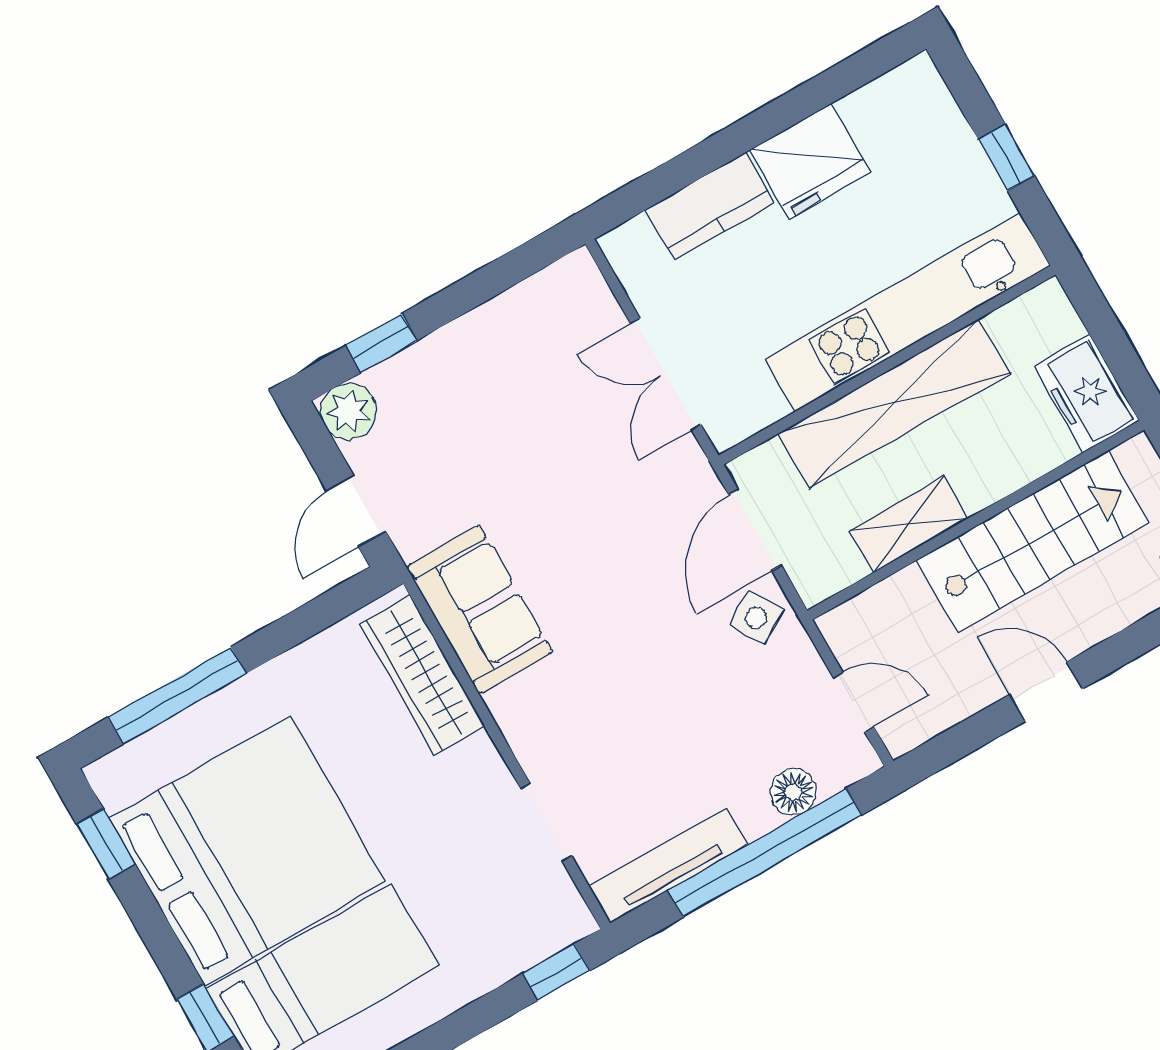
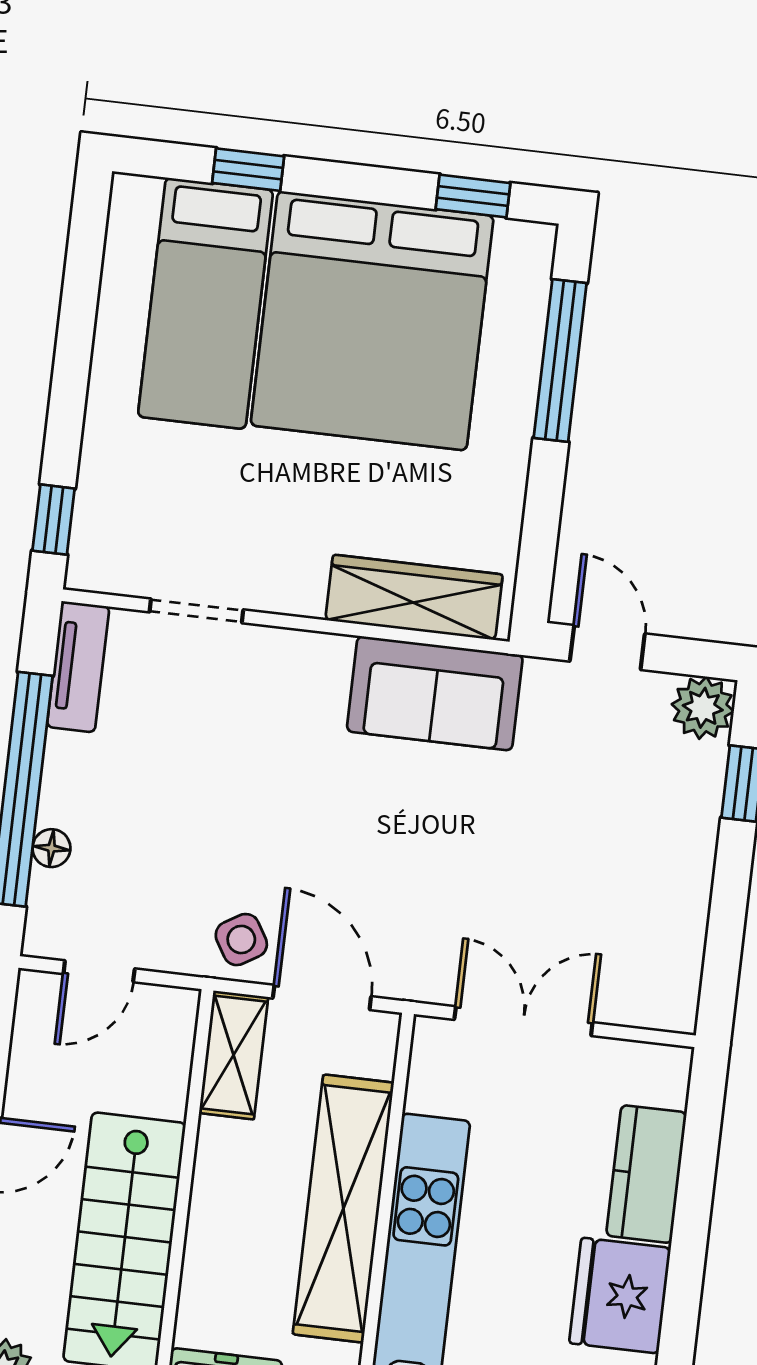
shelving: (909, 524) -> (234, 1055), moved
floor lamp: (793, 792) -> (51, 848), width x0.73, depth x0.73
tv unit: (668, 866) -> (78, 667), width x0.71

